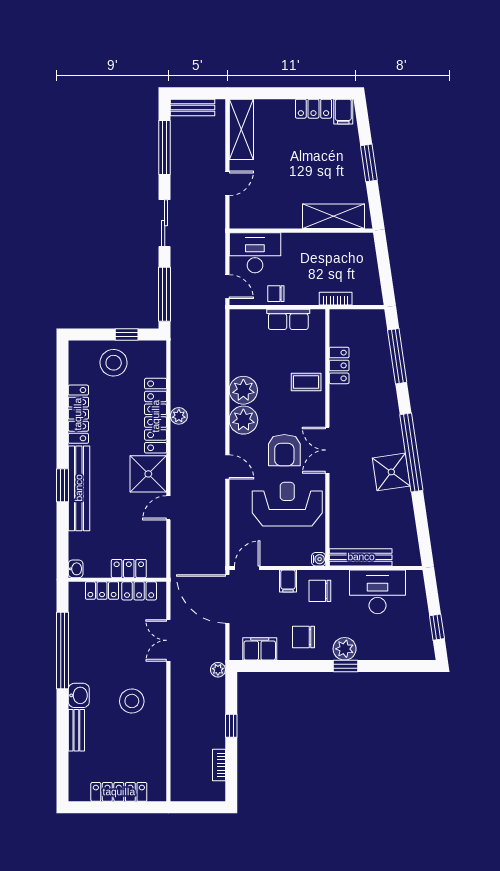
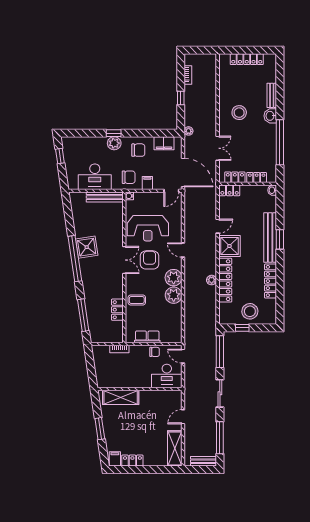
locker: (129, 569) -> (230, 190), moved

